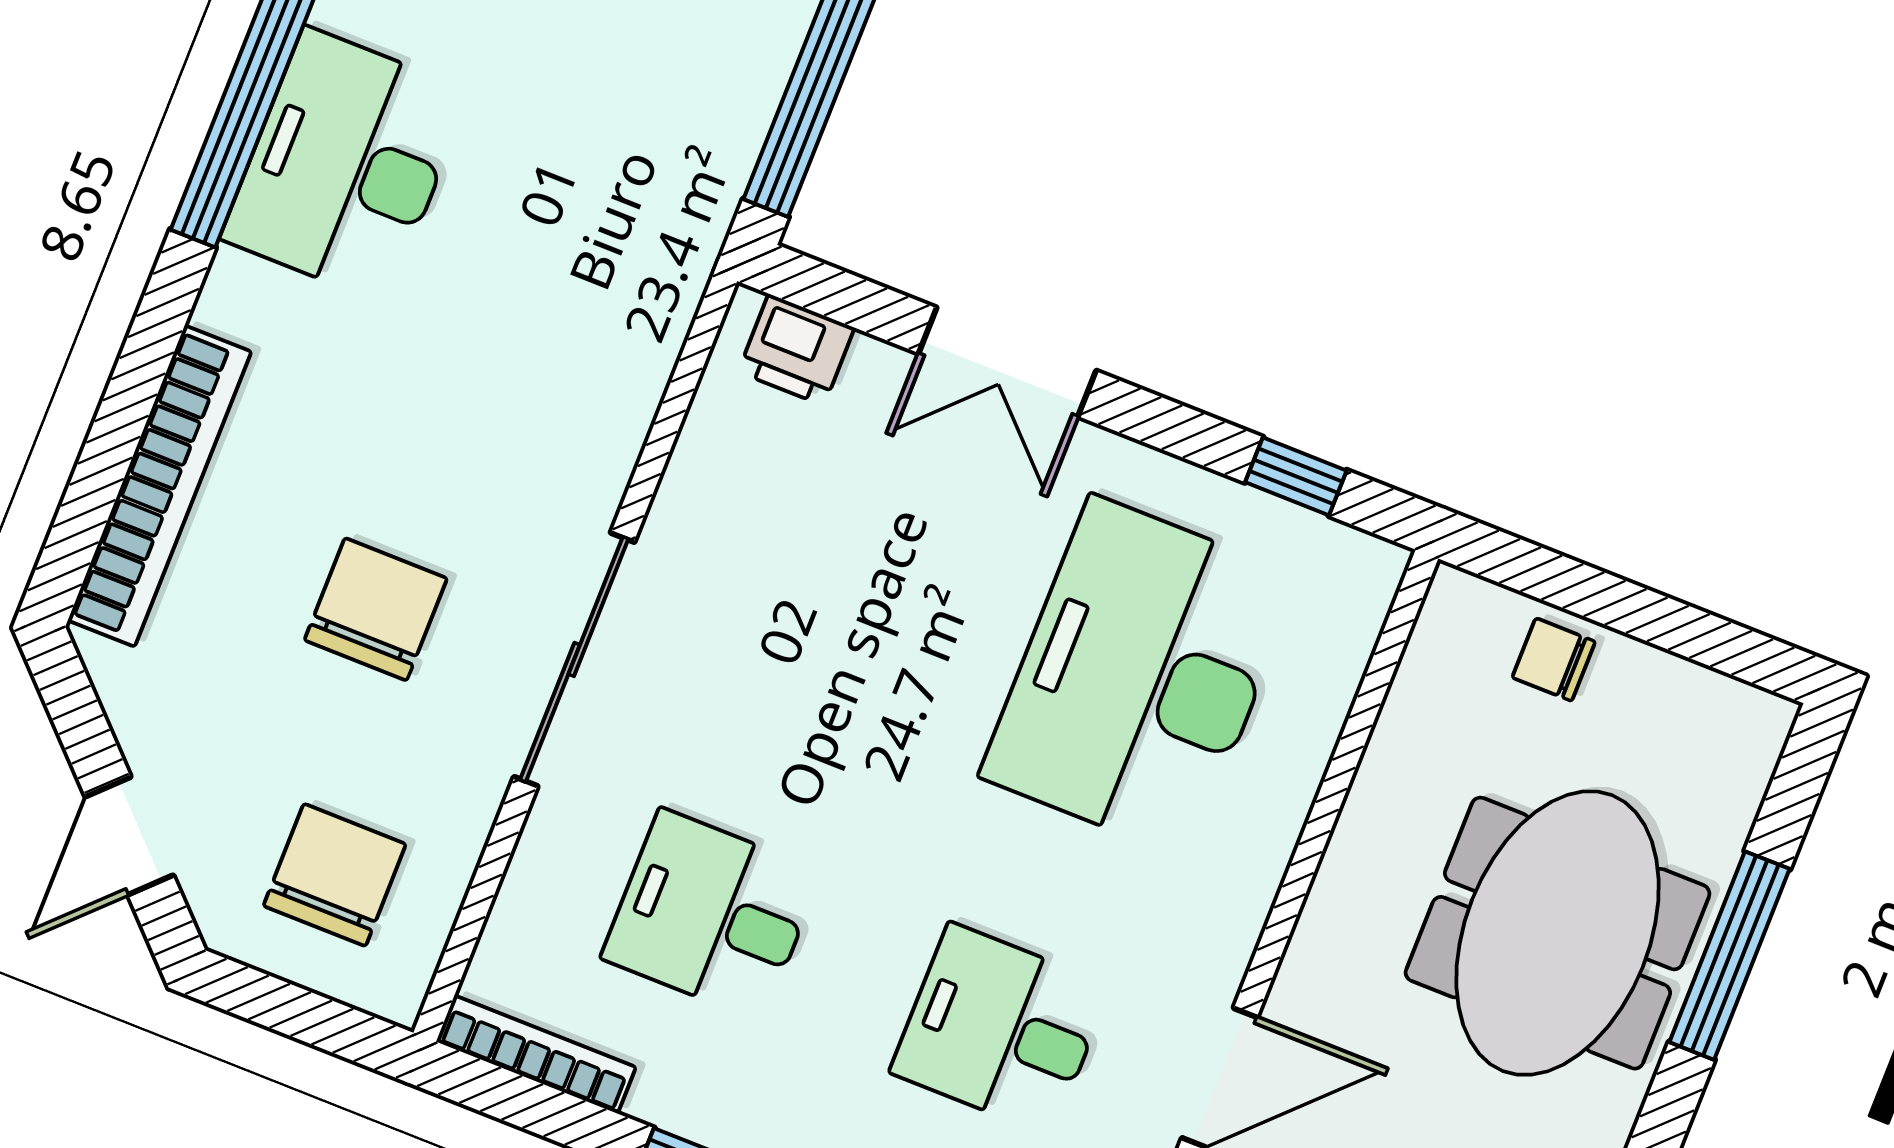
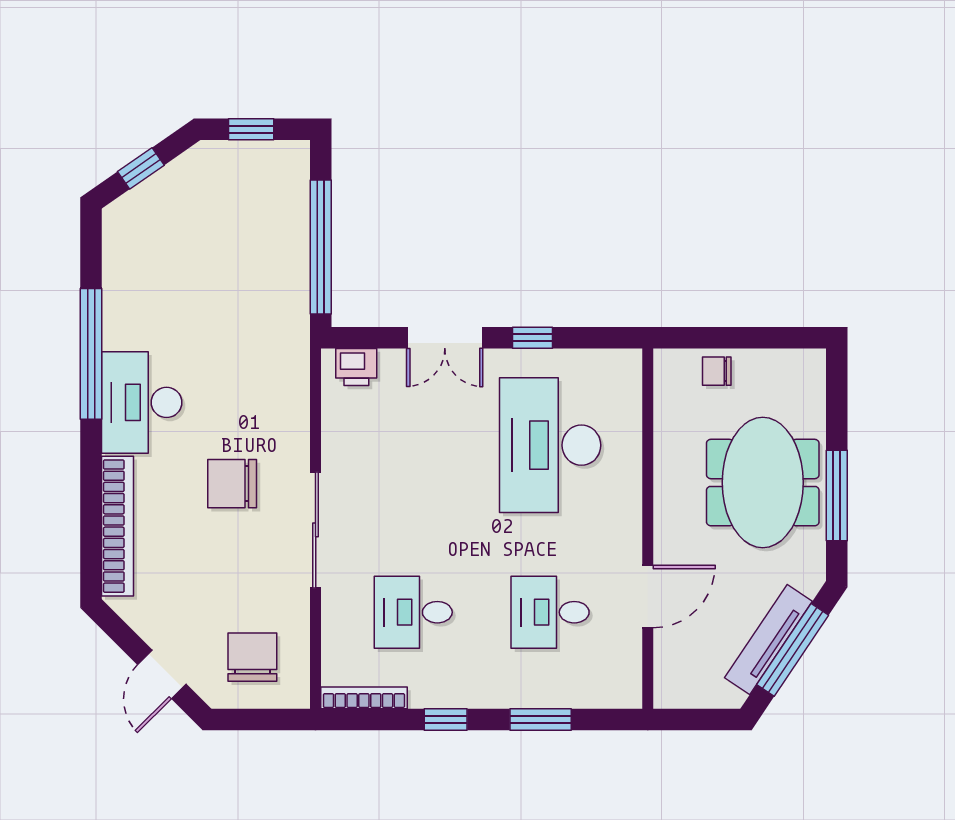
desk: (346, 165) -> (142, 402), moved
window: (1296, 476) -> (533, 338), moved
chair: (376, 609) -> (232, 484), moved, turned -90
window: (1730, 956) -> (837, 495), moved

